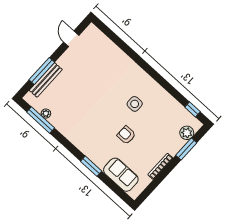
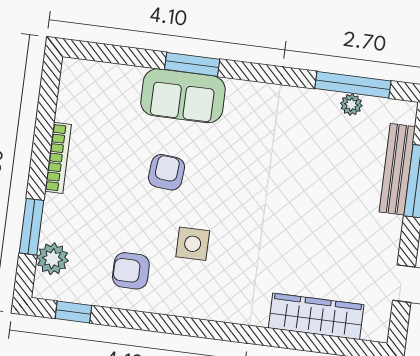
wardrobe: (110, 49) -> (316, 316), added
armchair: (163, 110) -> (131, 271), added
armchair: (126, 135) -> (166, 172), turned -85
sofa: (121, 175) -> (183, 96), moved

